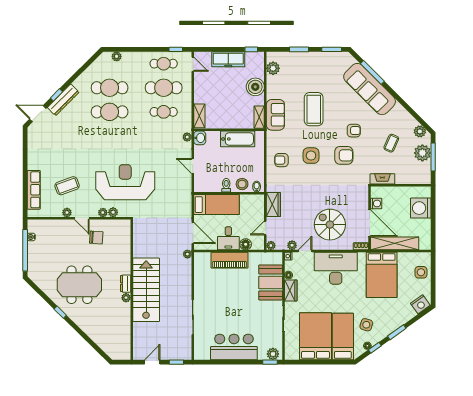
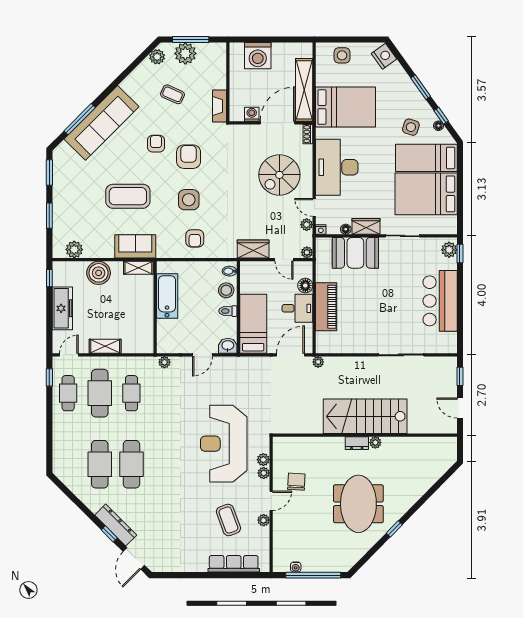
plant: (117, 56) -> (59, 455), removed
shelving: (199, 116) -> (105, 346), moved
washbasin: (200, 138) -> (228, 346), moved

